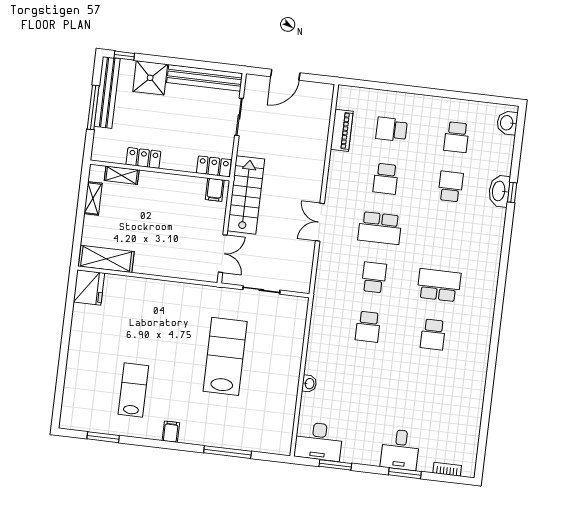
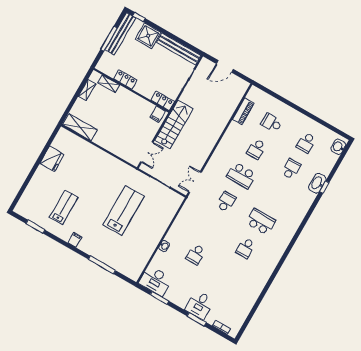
double door: (320, 222) -> (195, 182), moved
fridge: (89, 288) -> (52, 159), moved
school desk: (368, 327) -> (196, 254), moved

